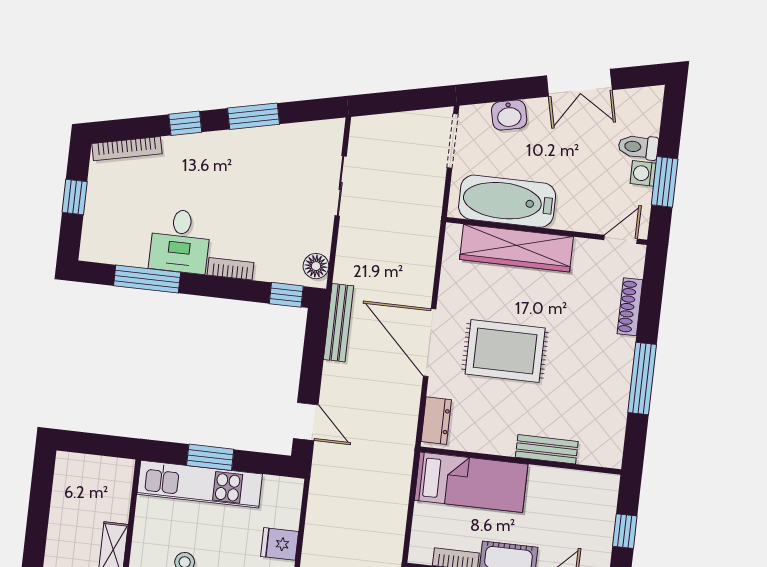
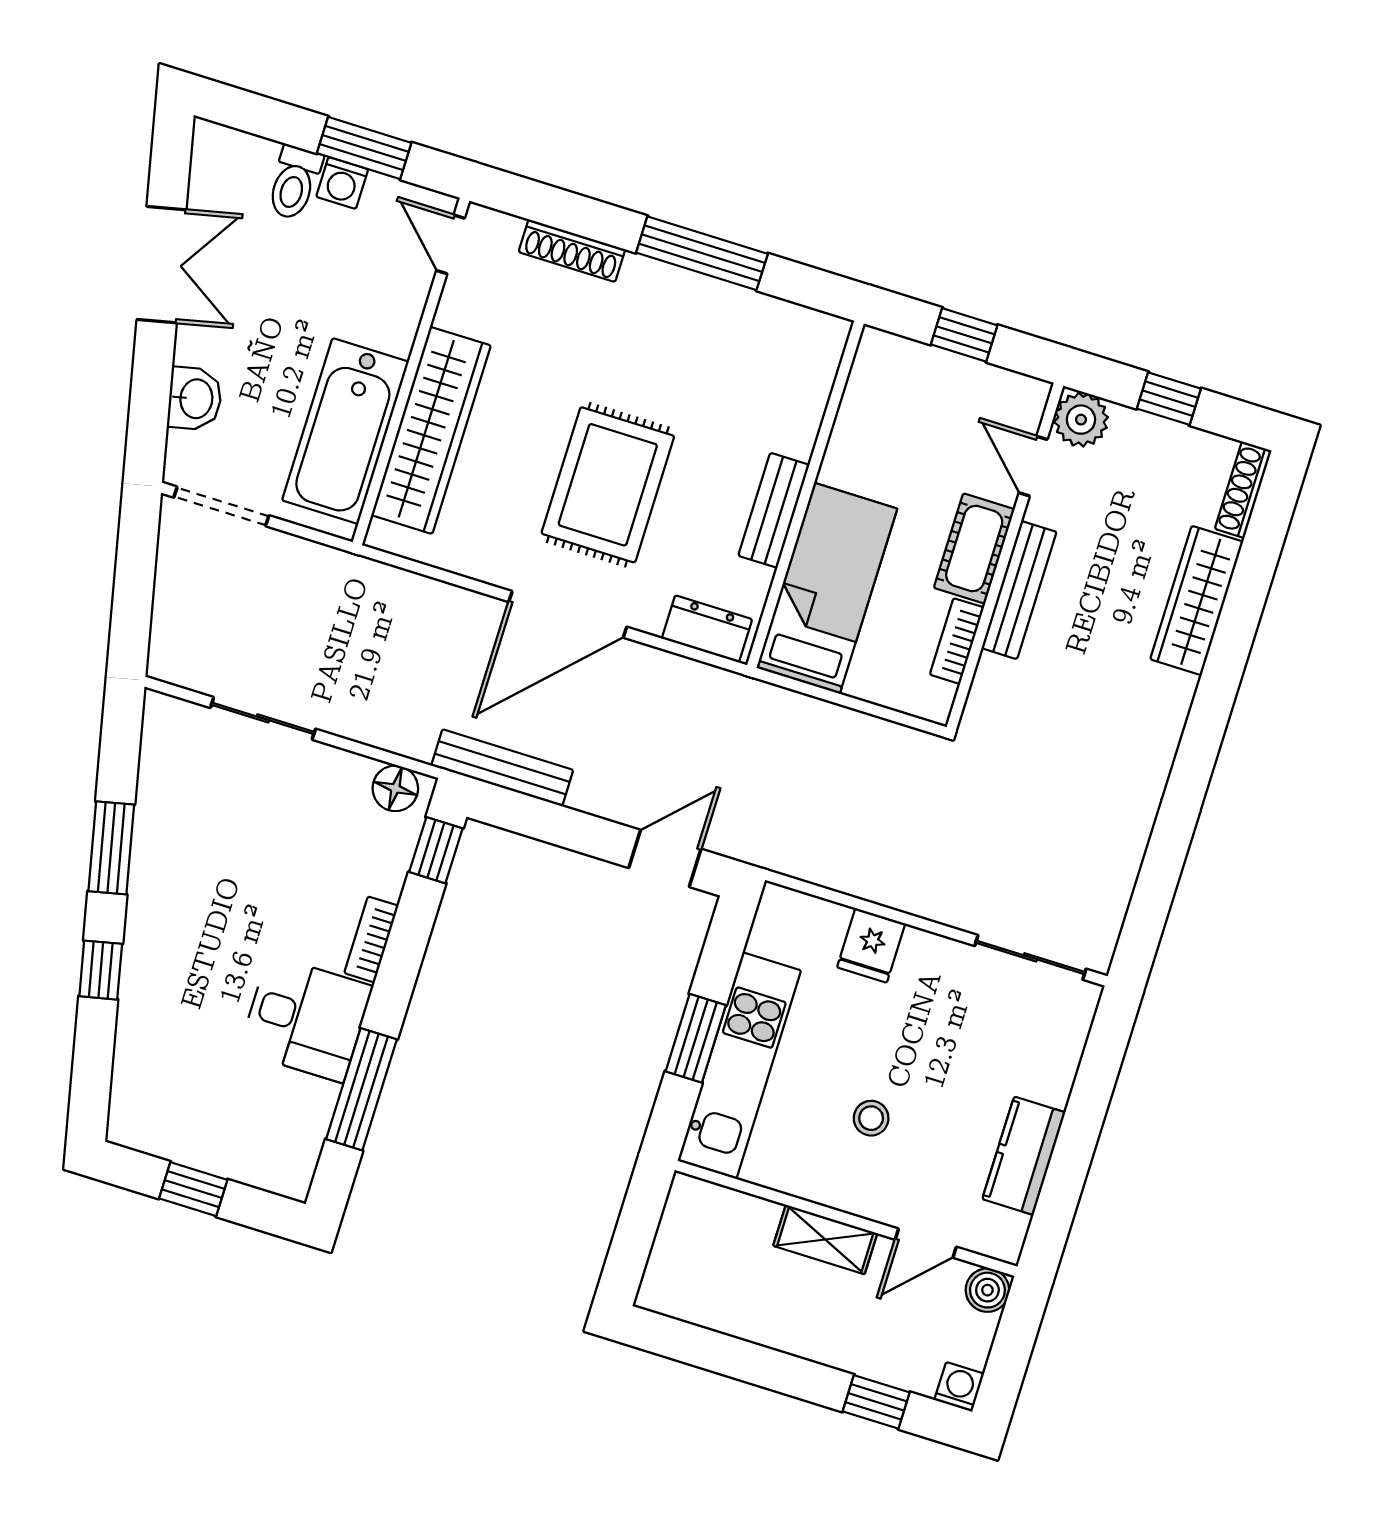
bookcase: (127, 149) -> (126, 1081), removed
bench: (547, 449) -> (774, 510), moved

